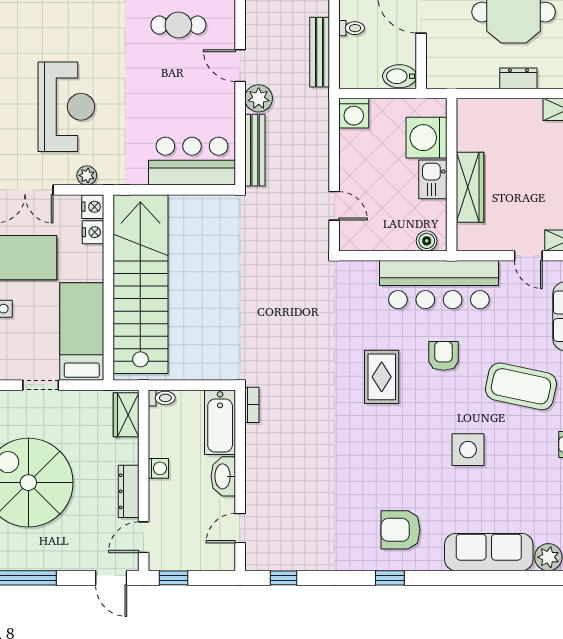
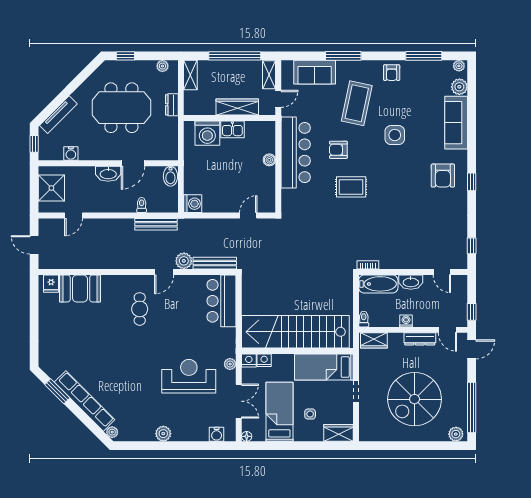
washing machine: (427, 138) -> (207, 133), moved
wall: (452, 175) -> (230, 118), moved
kitchen sink: (433, 179) -> (232, 129), moved
wardrobe: (470, 187) -> (237, 107), moved

